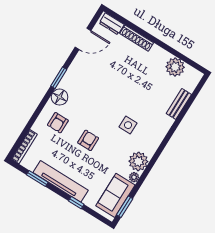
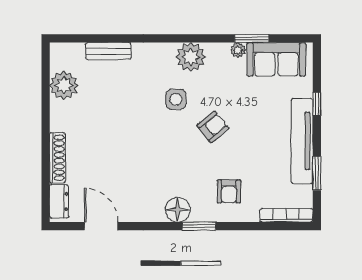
window: (59, 78) -> (199, 226), moved
floor lamp: (60, 97) -> (178, 210), moved
armchair: (58, 123) -> (229, 191), turned 90
armchair: (88, 140) -> (213, 127), moved, turned 141
plant: (138, 161) -> (191, 57), moved
window: (125, 207) -> (252, 38), moved

